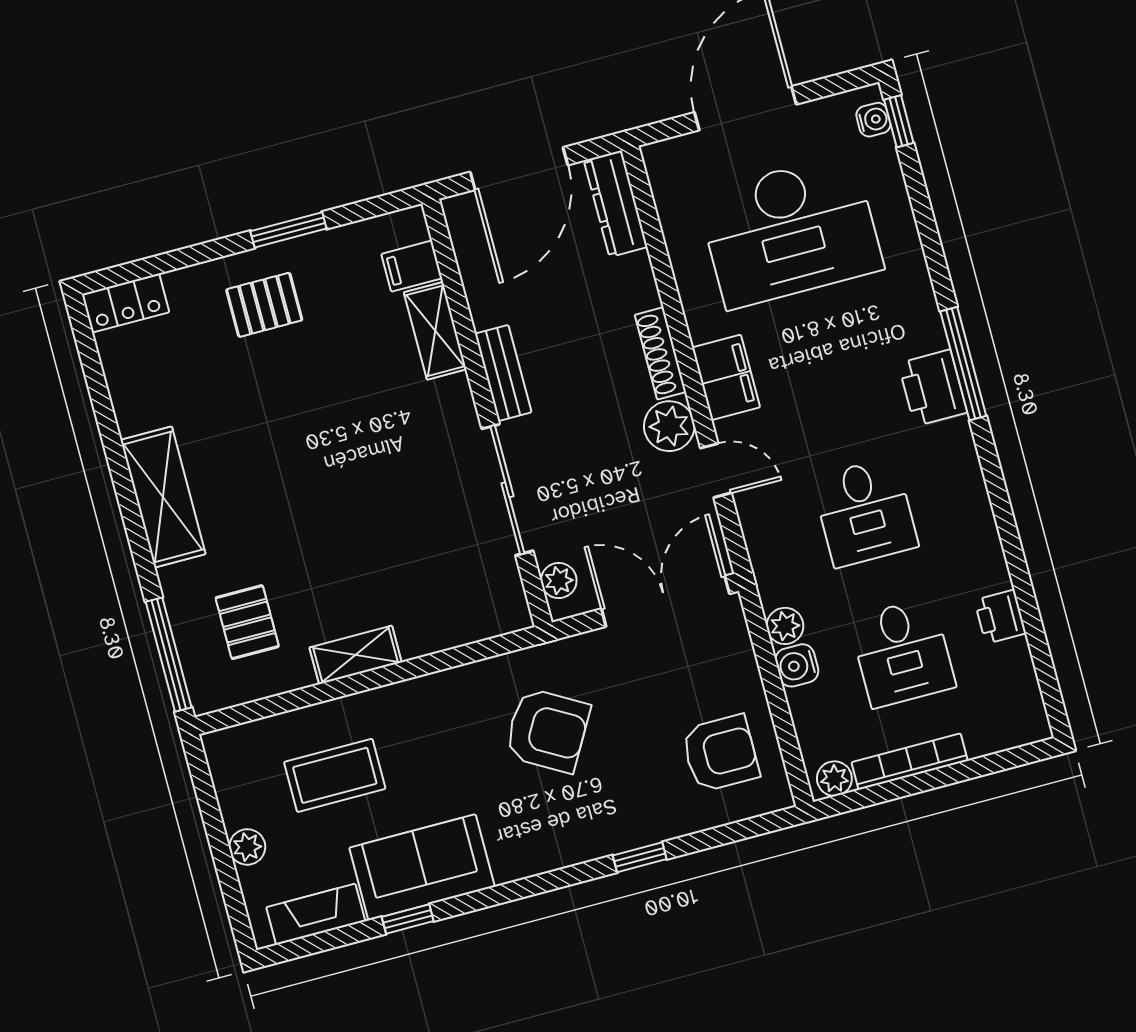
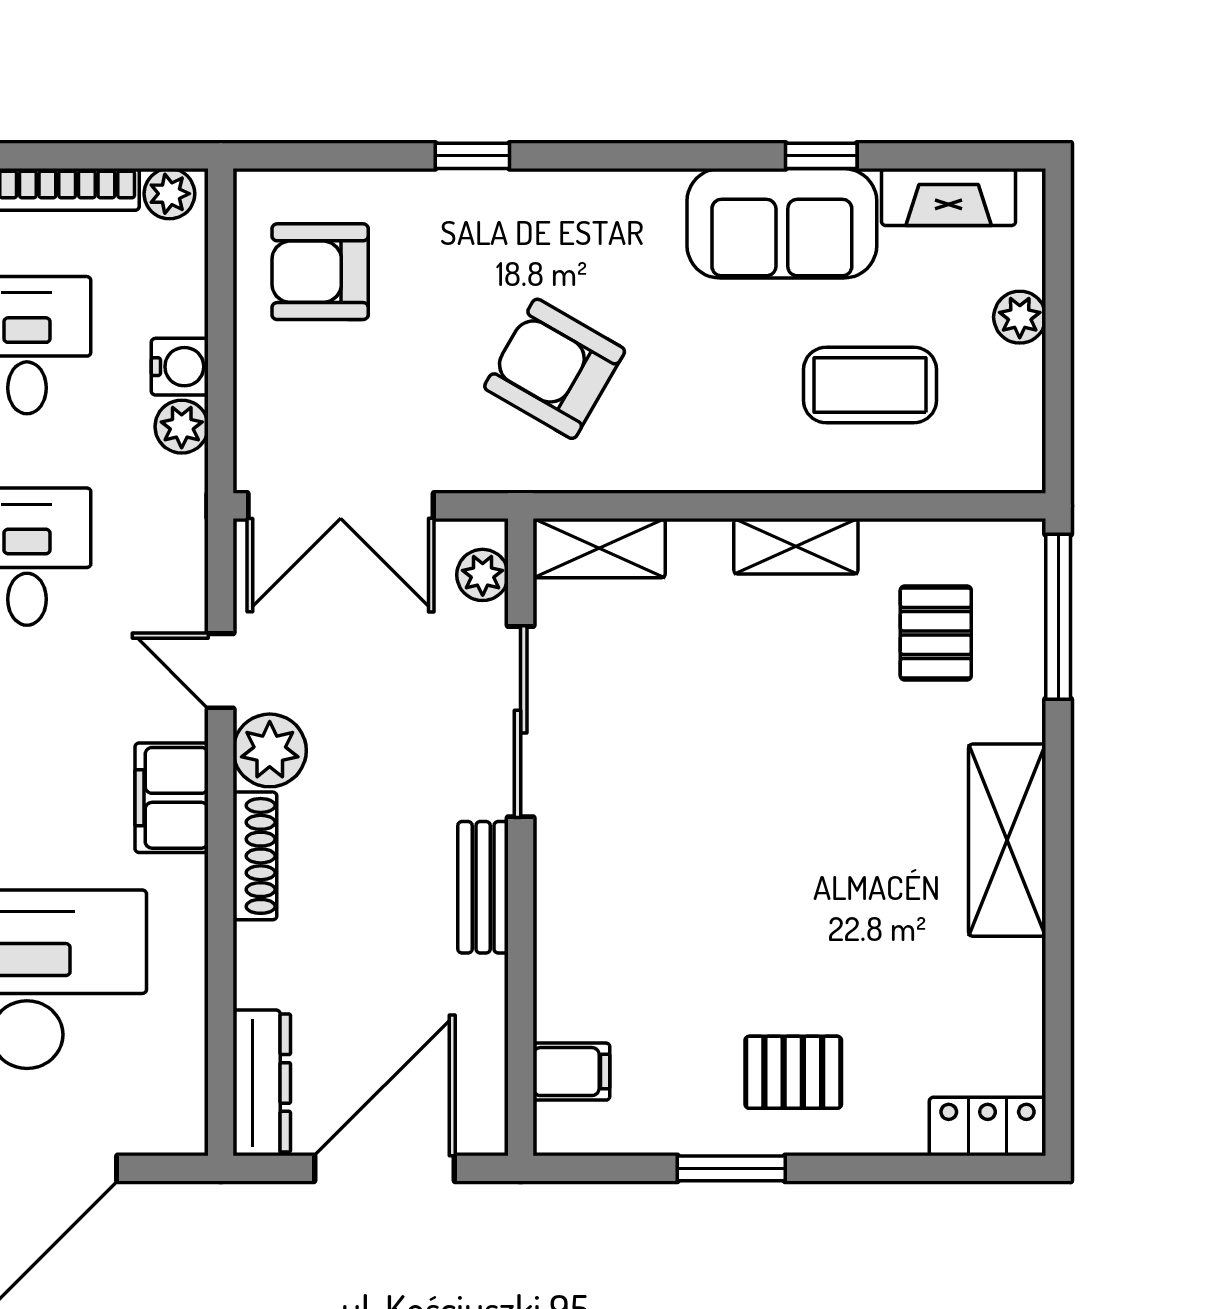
shelving: (435, 331) -> (599, 548), moved, turned 90

